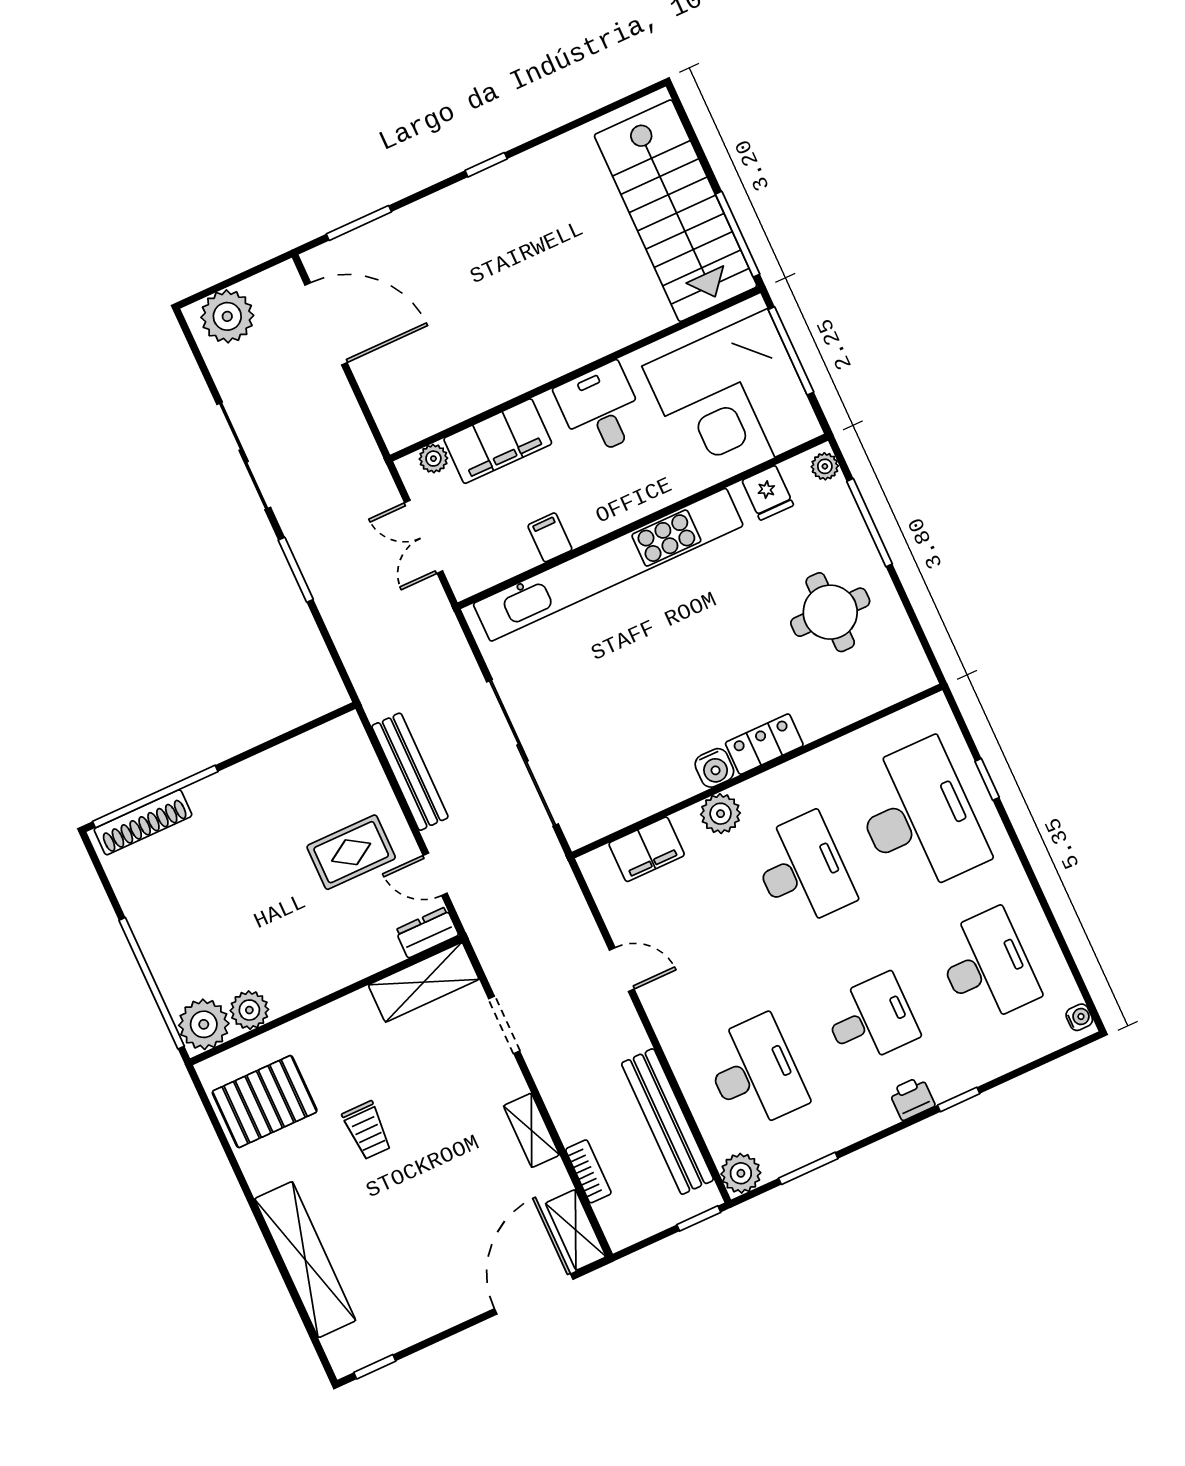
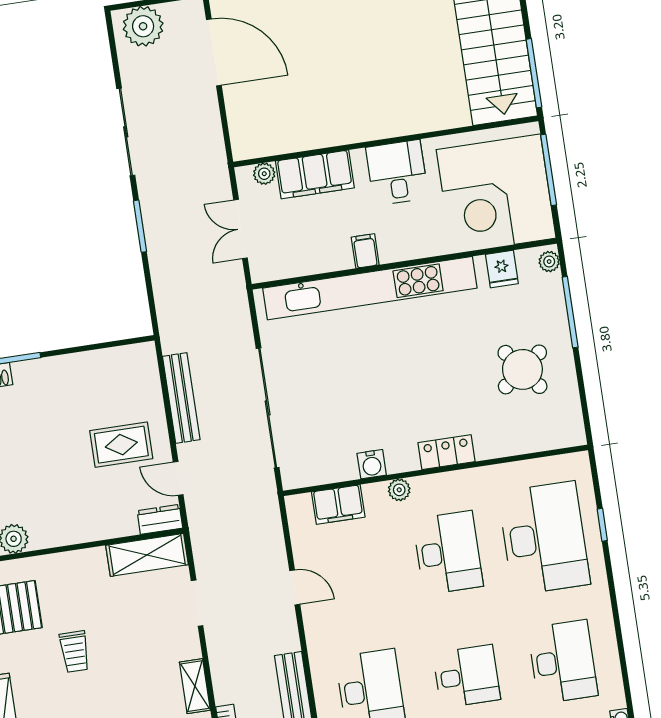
filing cabinet: (550, 537) -> (365, 251), moved
round table: (830, 612) -> (522, 369), turned -37
water cooler: (714, 768) -> (372, 464), moved
plant: (721, 814) -> (399, 490), width x0.73, depth x0.73

